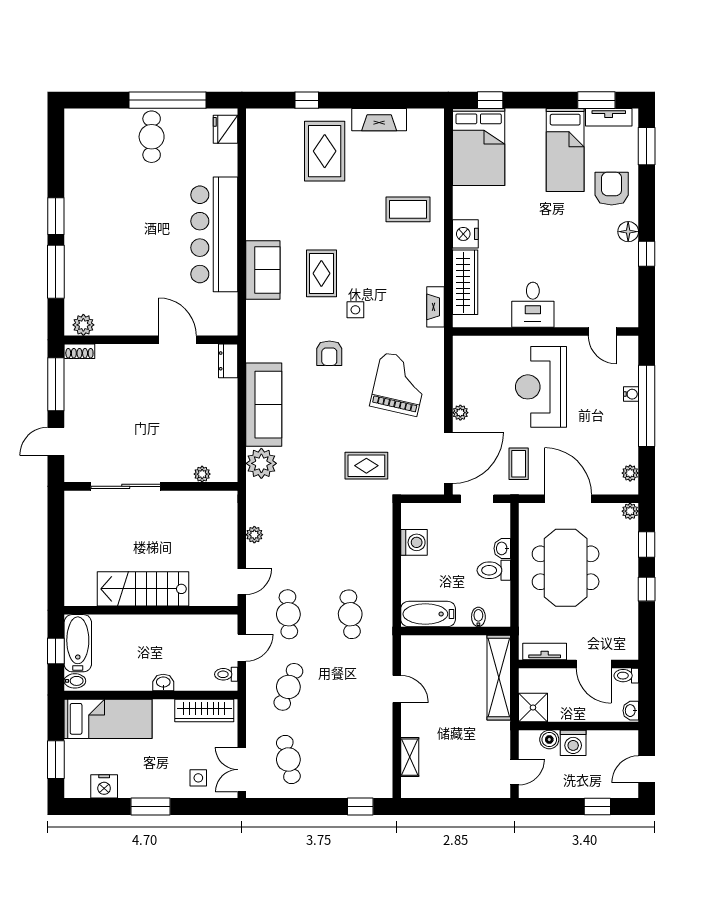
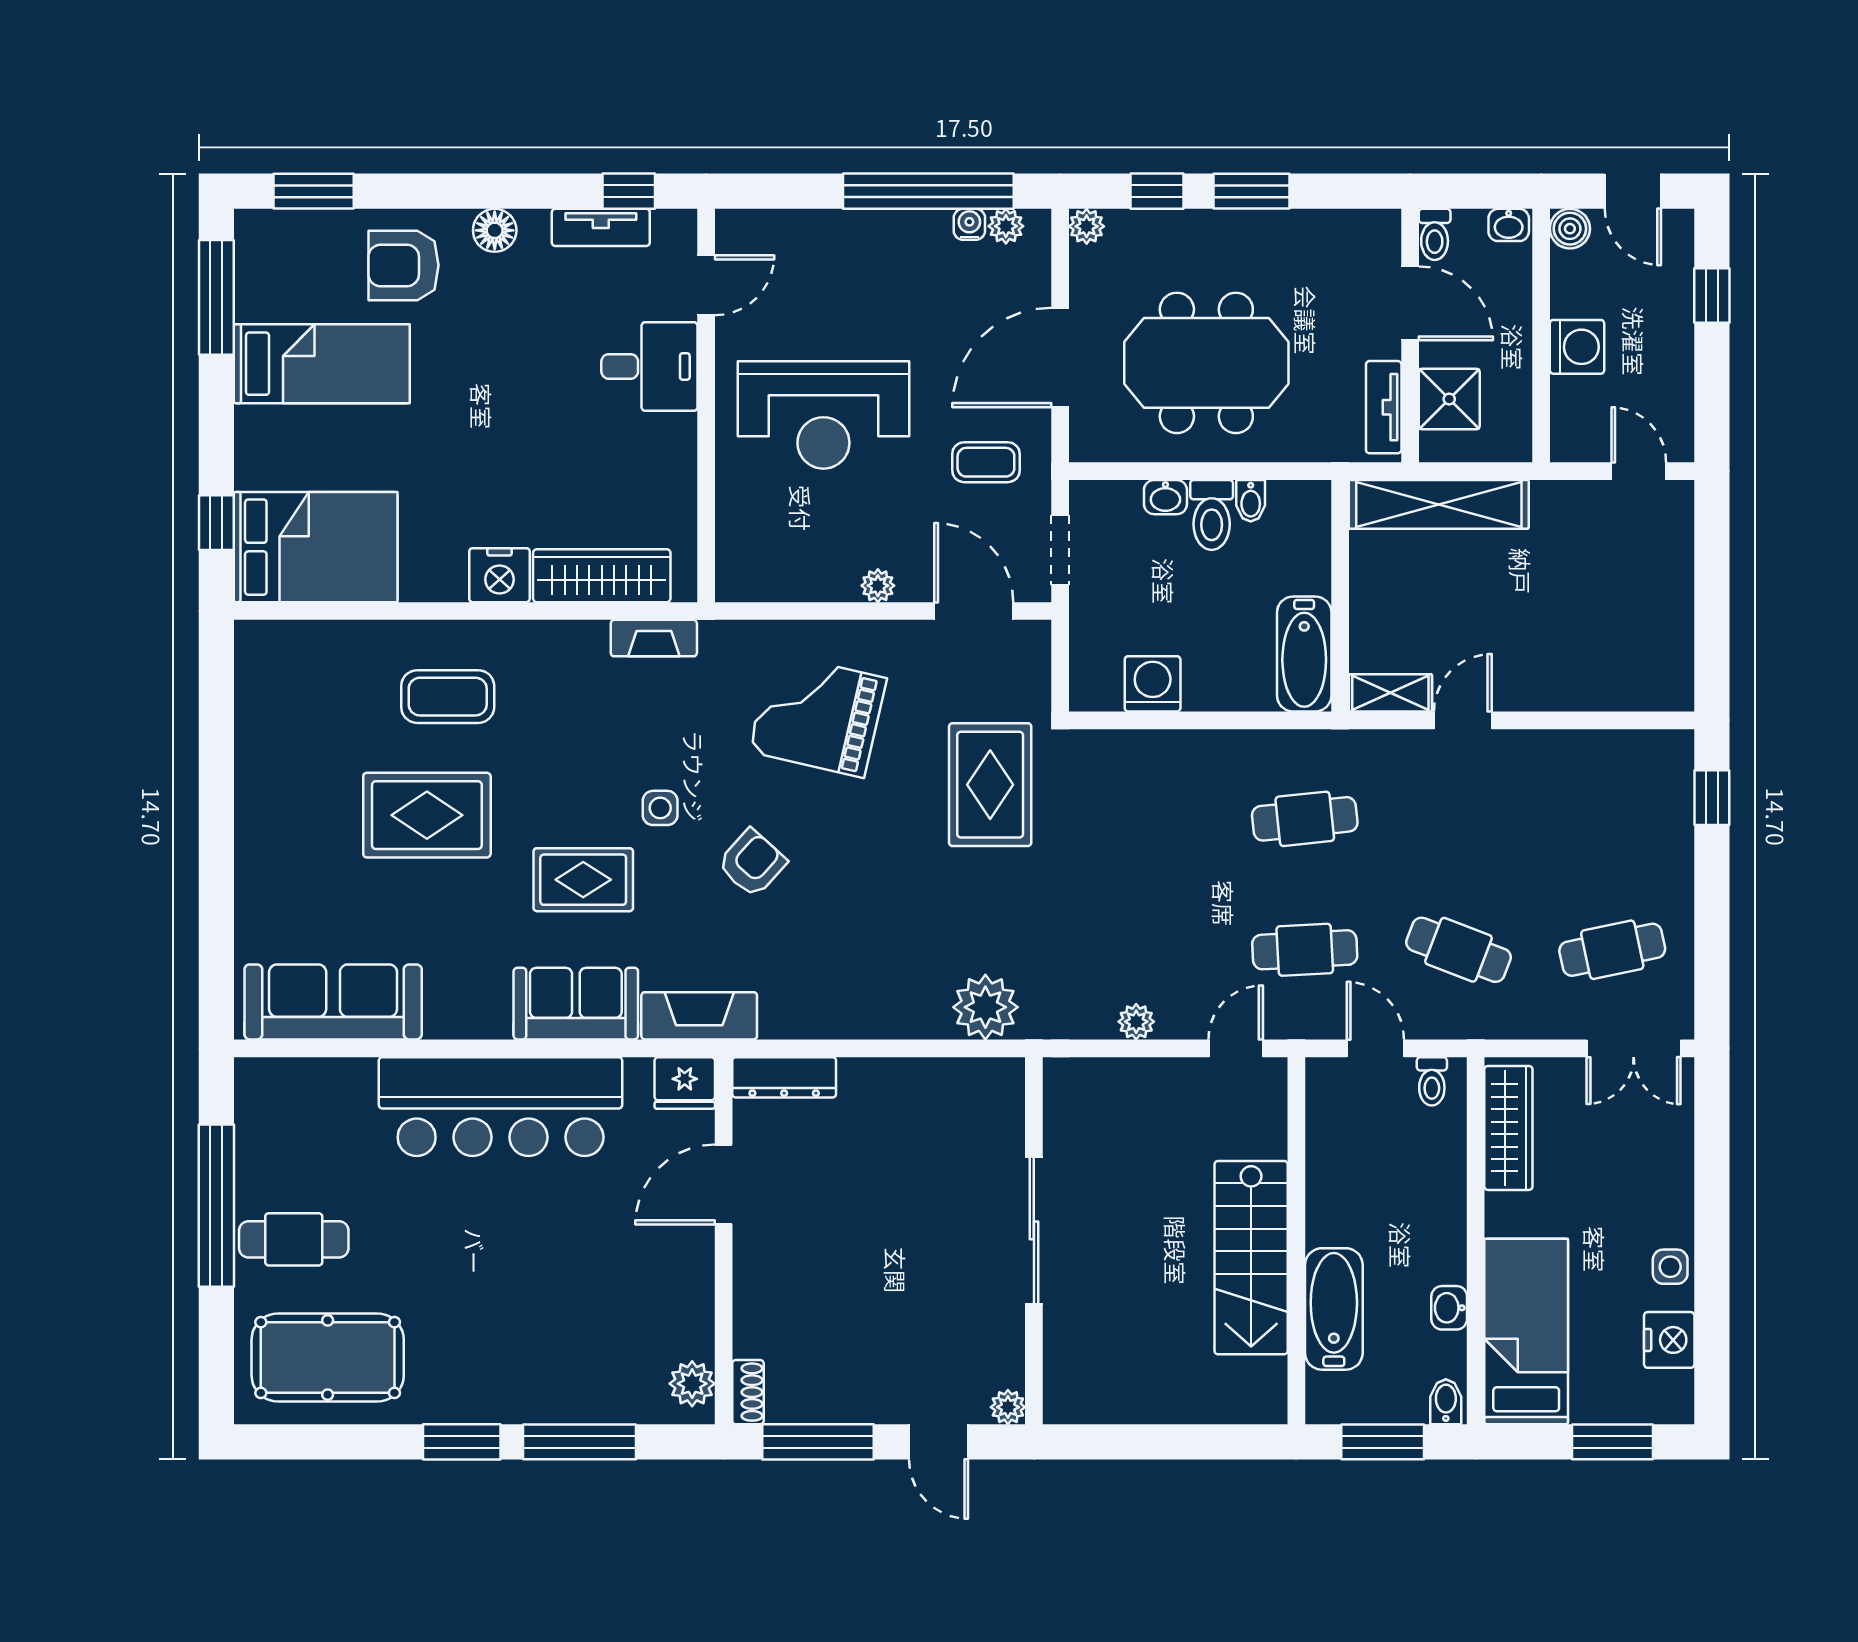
window: (307, 100) -> (216, 911), removed
window: (596, 100) -> (216, 297), width x1.44
tv unit: (609, 117) -> (601, 227), moved, turned 90
fireplace: (379, 120) -> (699, 1016), moved, turned -90
fridge: (225, 129) -> (685, 1083), moved
rug: (325, 151) -> (427, 815), moved
pool table: (96, 153) -> (328, 1358), added
coffee table: (408, 209) -> (448, 697), turned 90
window: (647, 254) -> (629, 191), moved
desk: (533, 305) -> (649, 366), moved
armchair: (329, 353) -> (752, 863), turned -48
dresser: (228, 361) -> (784, 1077), width x1.44
water cooler: (631, 394) -> (969, 224), moved
sofa: (264, 405) -> (333, 1002), moved
window: (647, 406) -> (928, 191), moved
door: (448, 458) -> (974, 611), width x0.73
rug: (366, 466) -> (990, 785), width x1.36, depth x1.43
plant: (202, 474) -> (1008, 1407), moved
sliding door: (126, 486) -> (1034, 1230), moved
door: (242, 582) -> (1236, 1048), hinge flipped
window: (647, 589) -> (1252, 191), width x1.50
bidet: (478, 617) -> (1251, 501), moved, turned -90
bathtub: (78, 643) -> (1334, 1309), moved, turned 90
window: (56, 651) -> (1383, 1442), width x1.50
door: (594, 664) -> (1410, 303), hinge flipped
washbasin: (163, 682) -> (1449, 1308), moved
shower: (533, 707) -> (1449, 399), moved
boiler: (549, 740) -> (1570, 229), moved
shelving: (410, 757) -> (1390, 693), moved
side table: (198, 778) -> (1670, 1267), moved
window: (150, 807) -> (1712, 1242), removed

